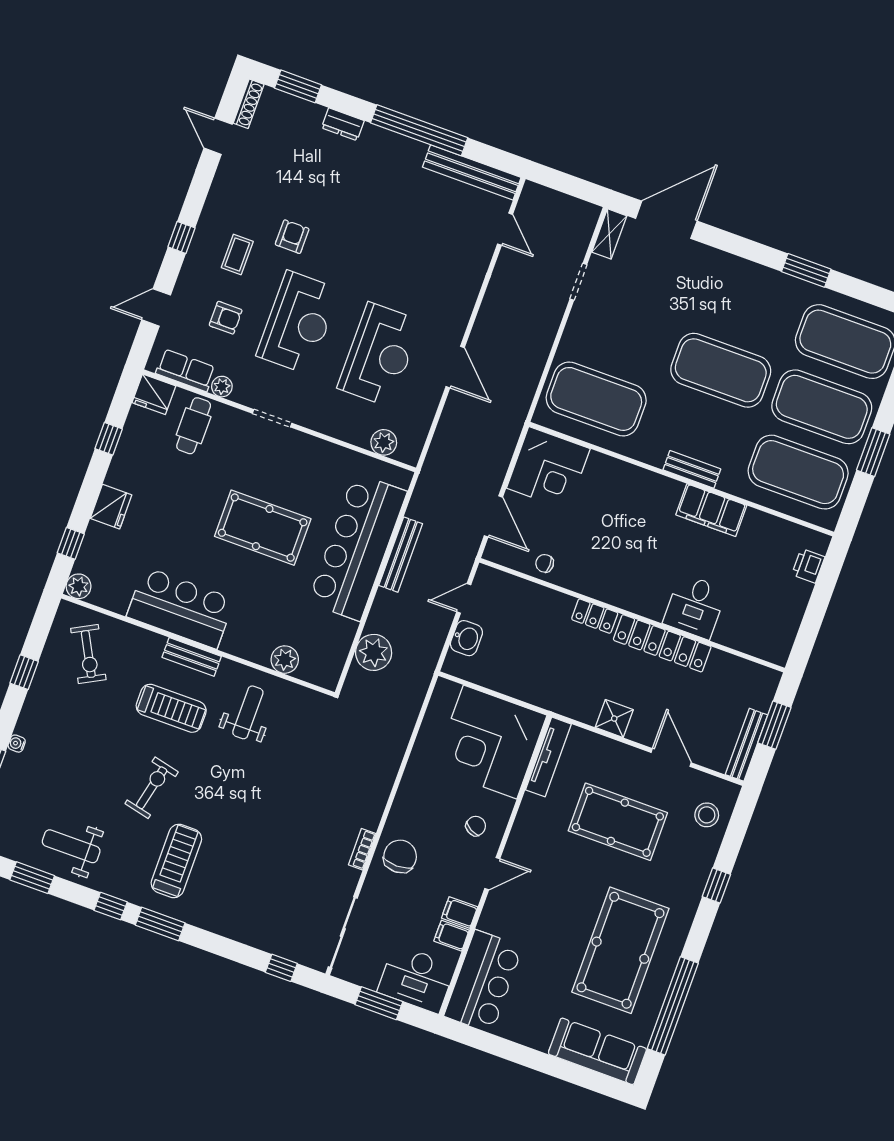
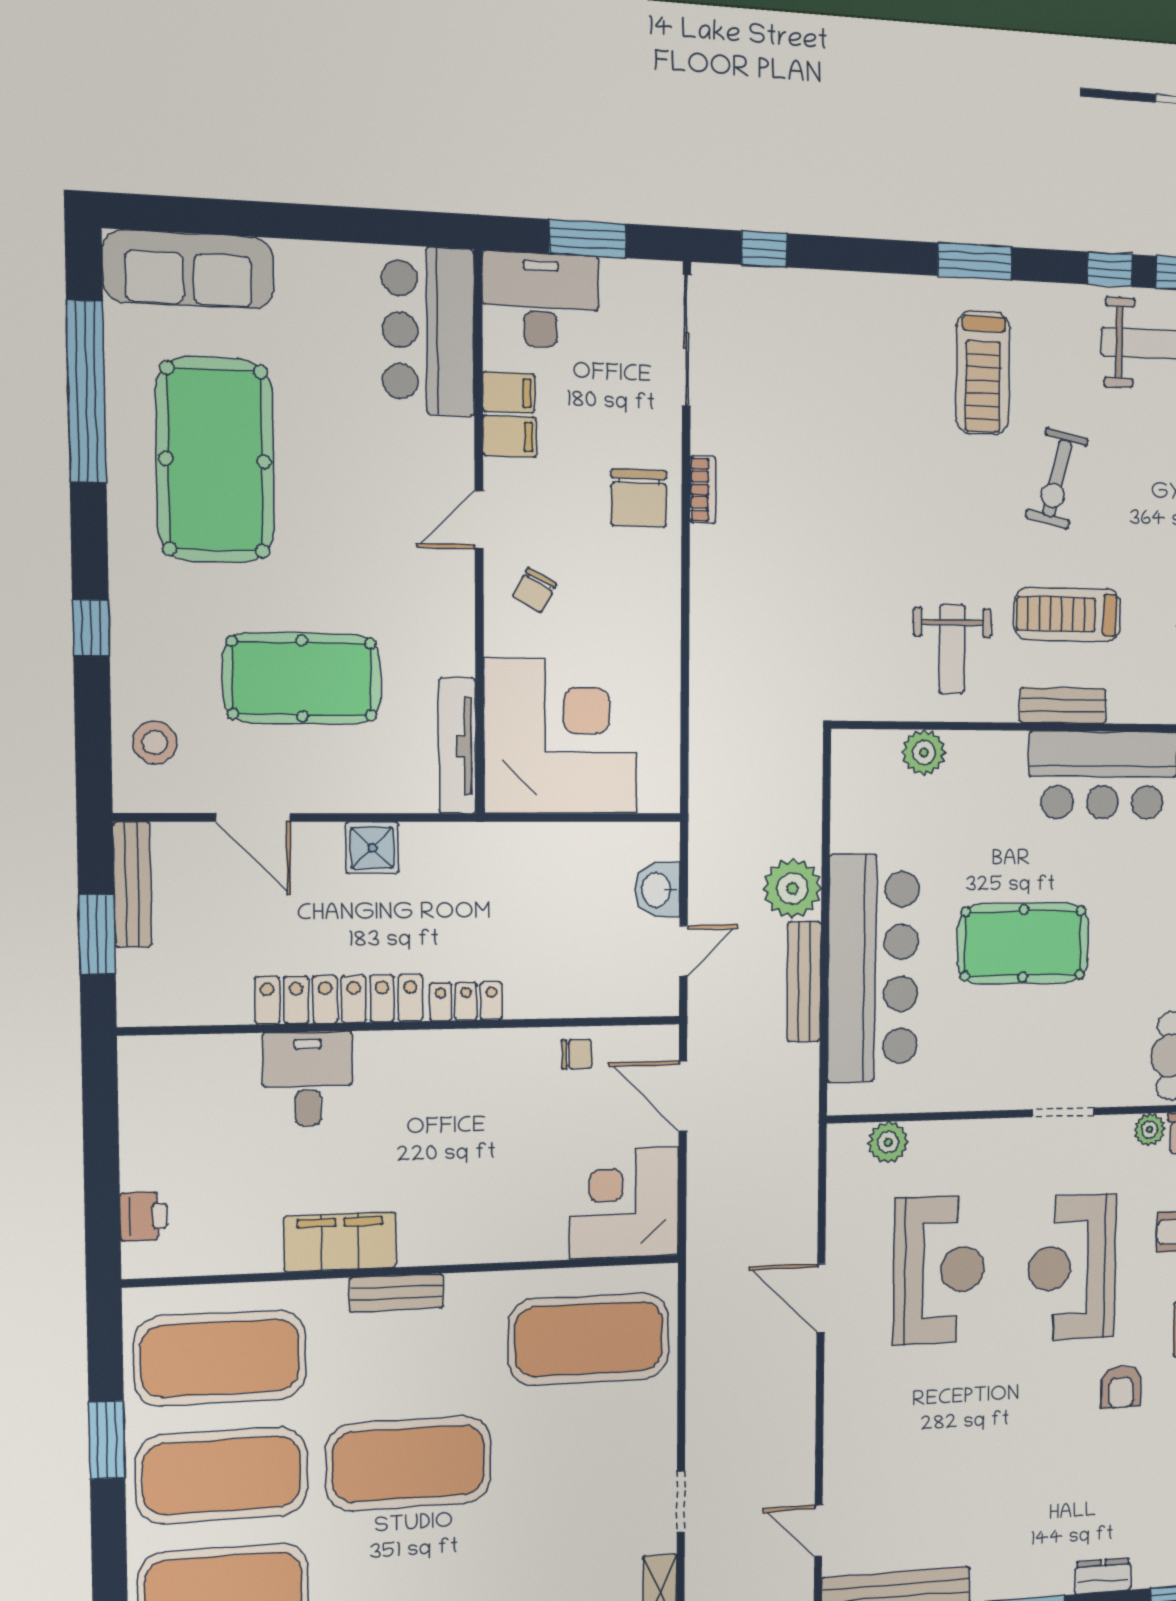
reception desk: (379, 355) -> (939, 1270), turned 180
plant: (374, 652) -> (792, 888), moved
window: (111, 906) -> (1110, 269), moved

